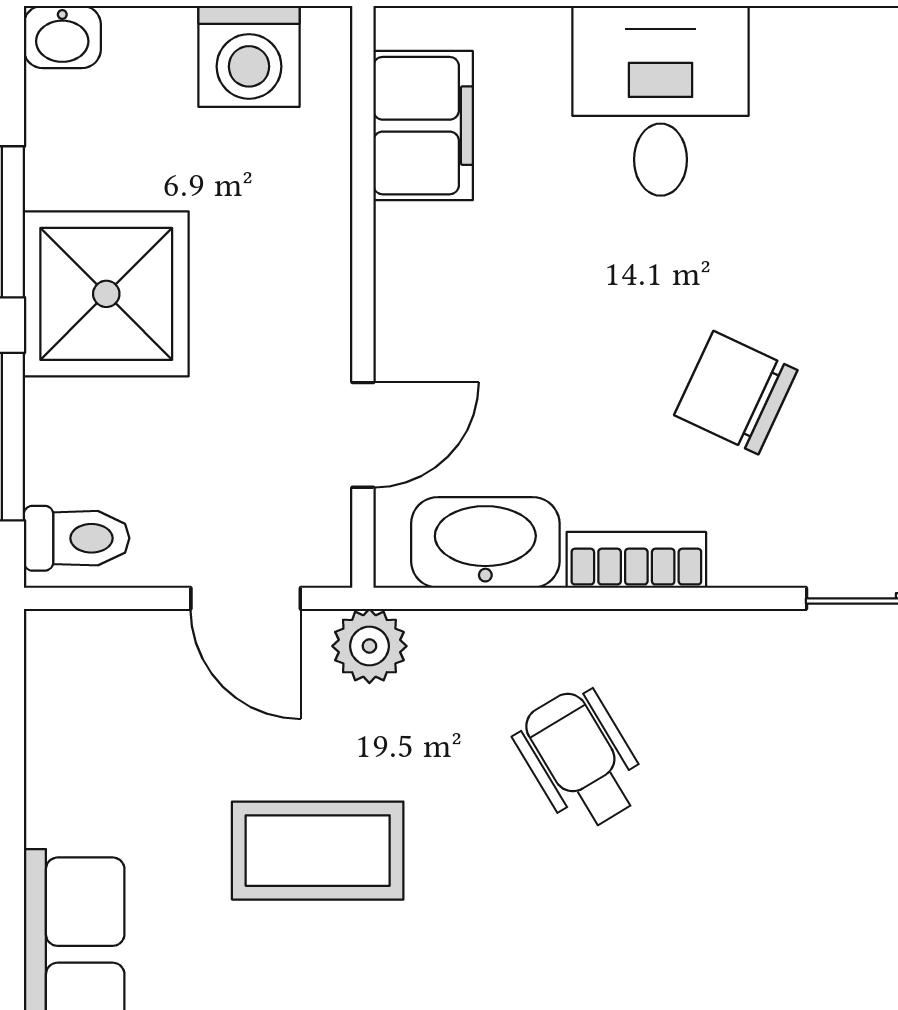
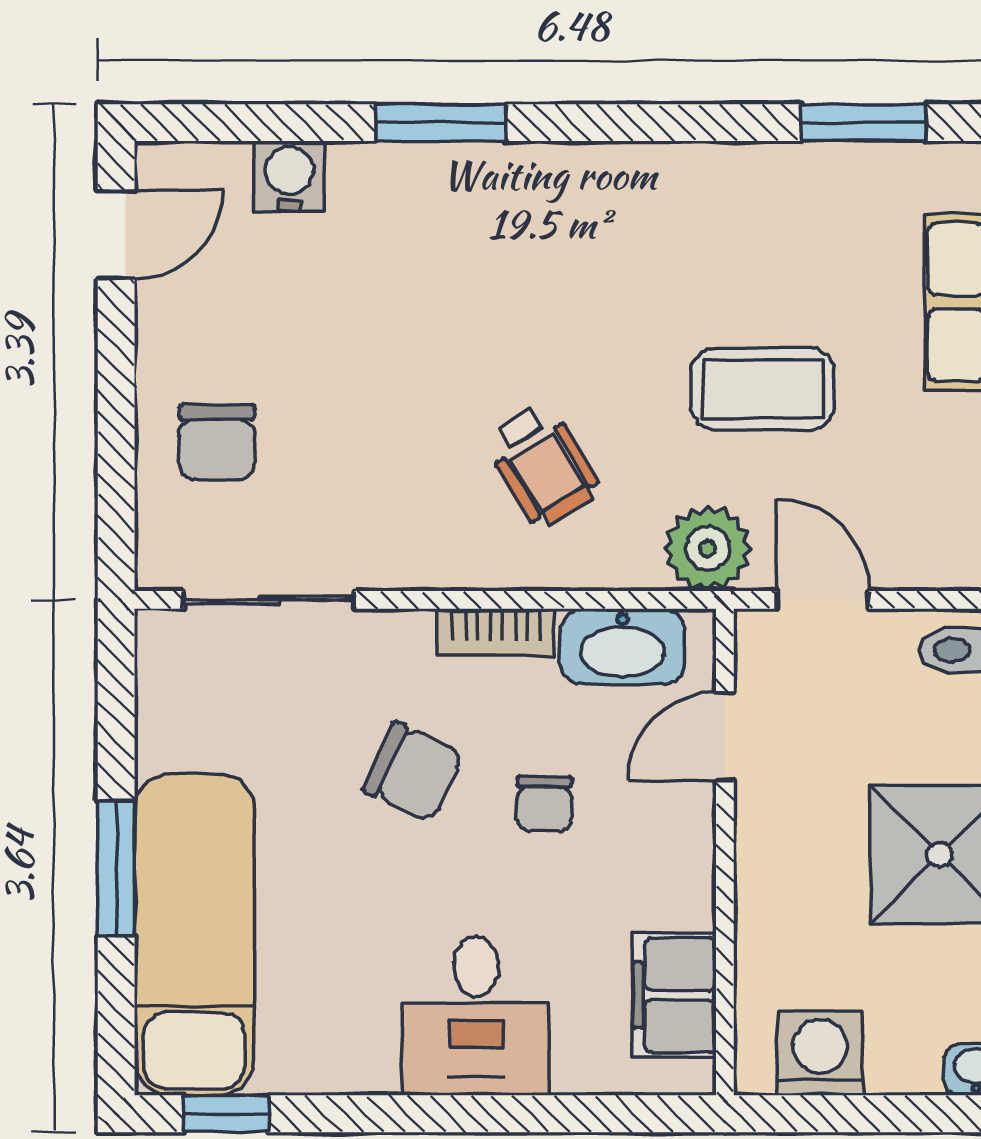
chair: (579, 355) -> (545, 804), added
plant: (369, 646) -> (708, 548), width x1.38, depth x1.38

